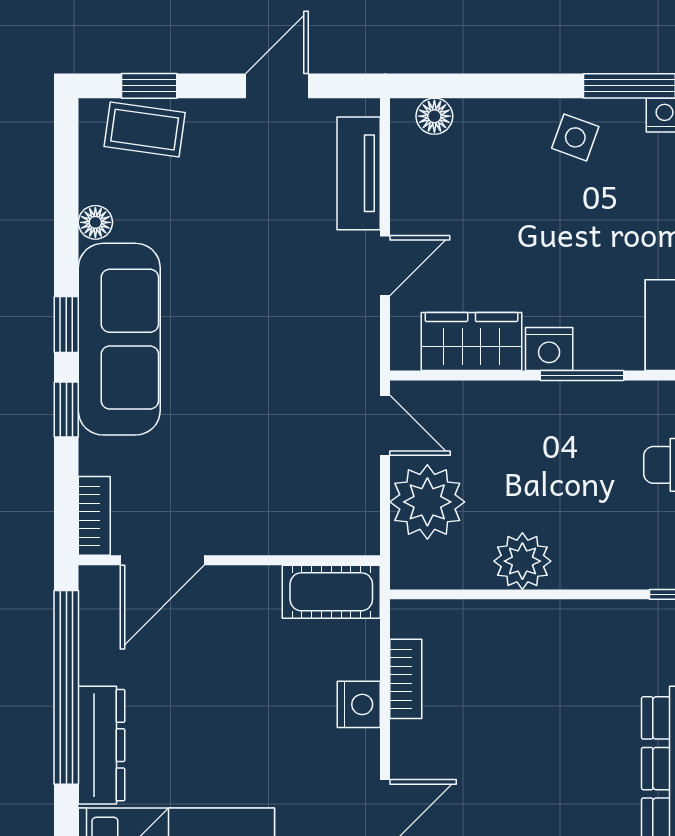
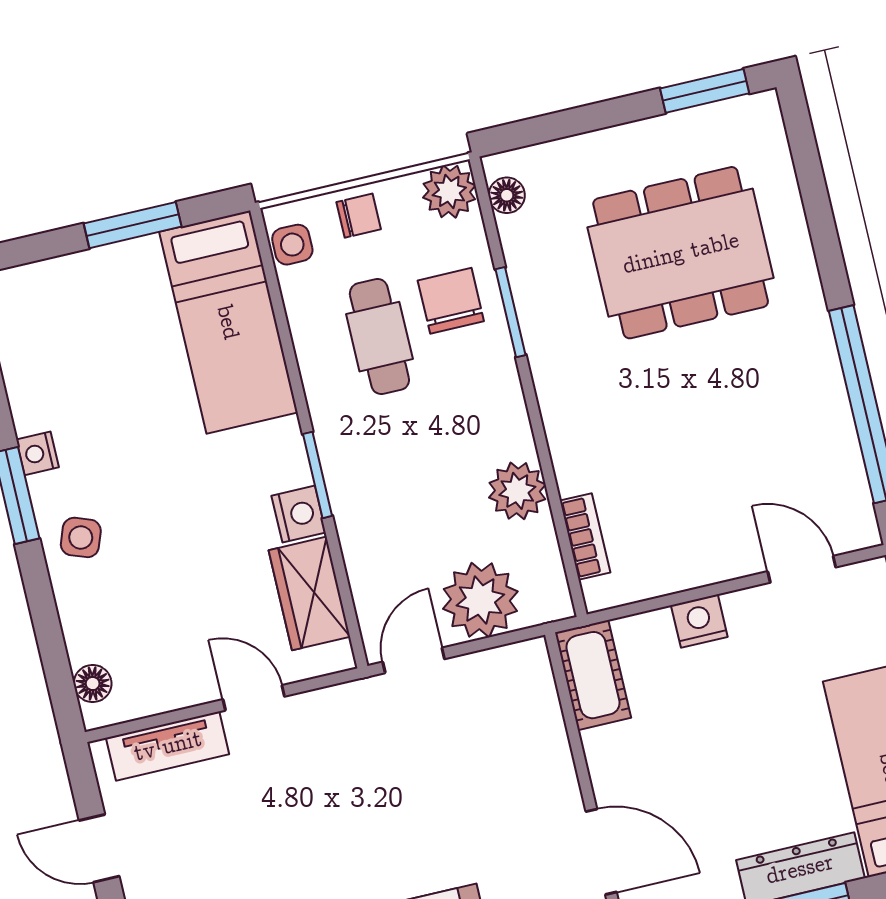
bookcase: (406, 679) -> (585, 536), moved, turned 90

